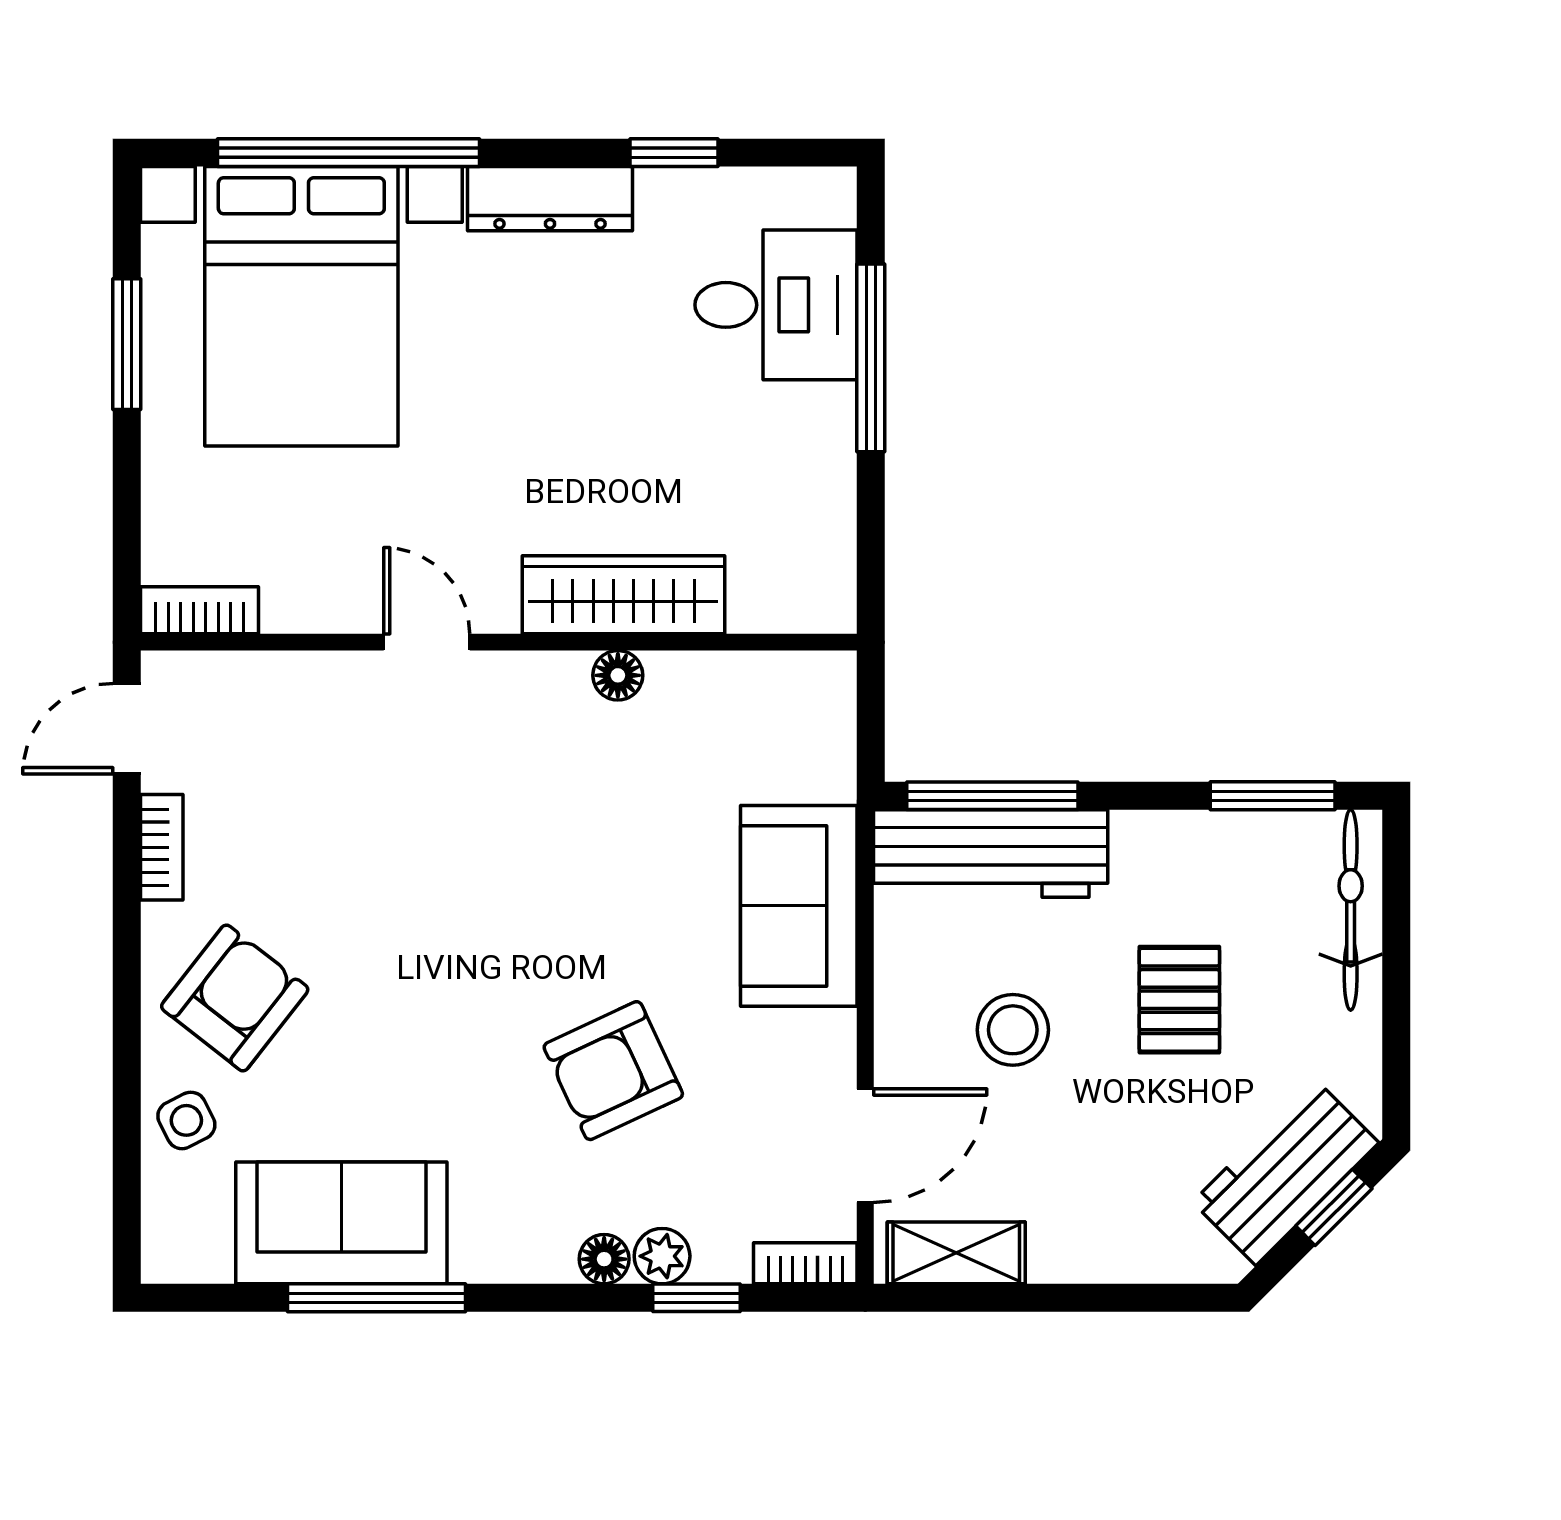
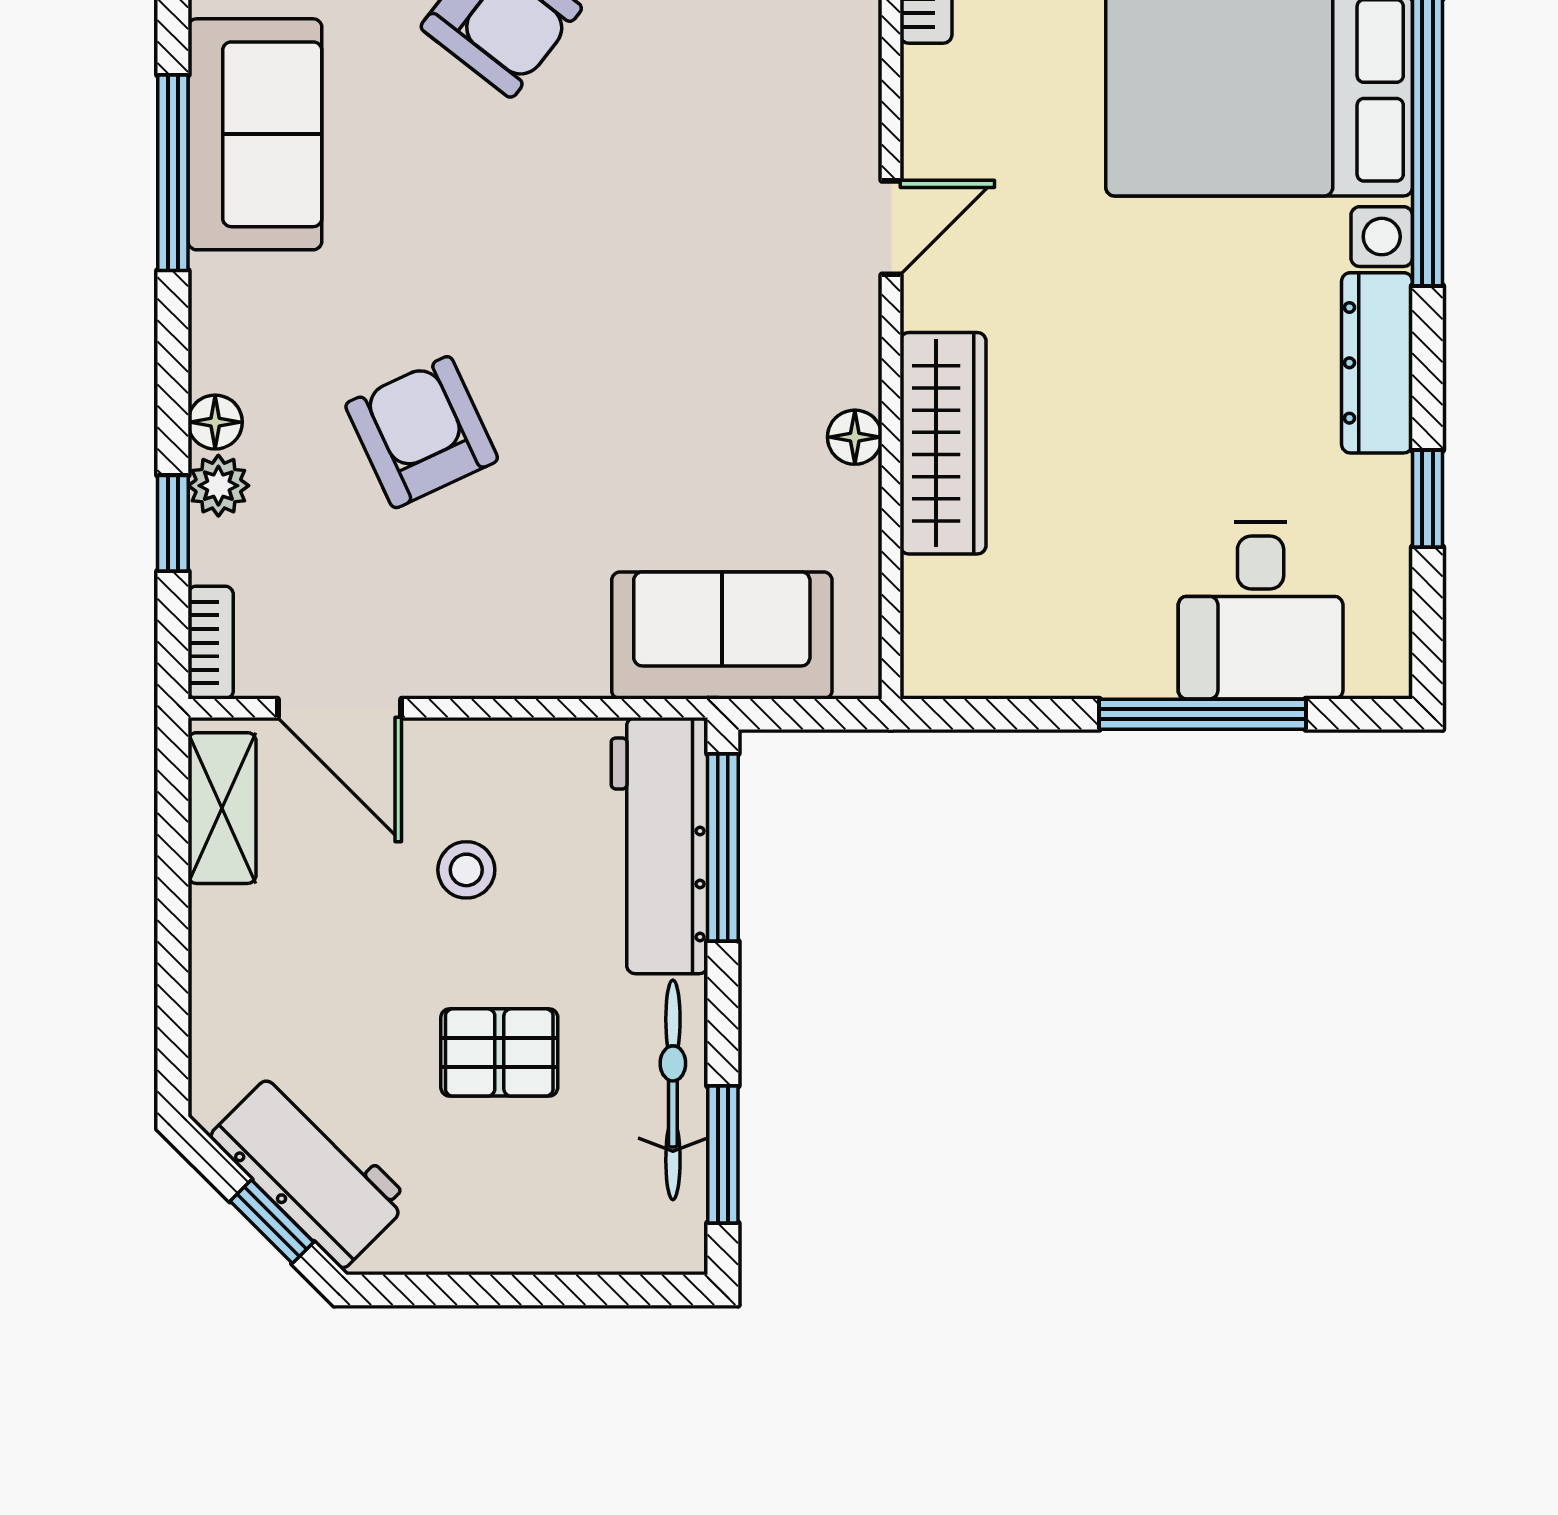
sofa: (799, 906) -> (722, 635), moved
bicycle: (1351, 910) -> (673, 1090), moved, turned -90
stool: (1013, 1030) -> (466, 870), width x0.73, depth x0.73

